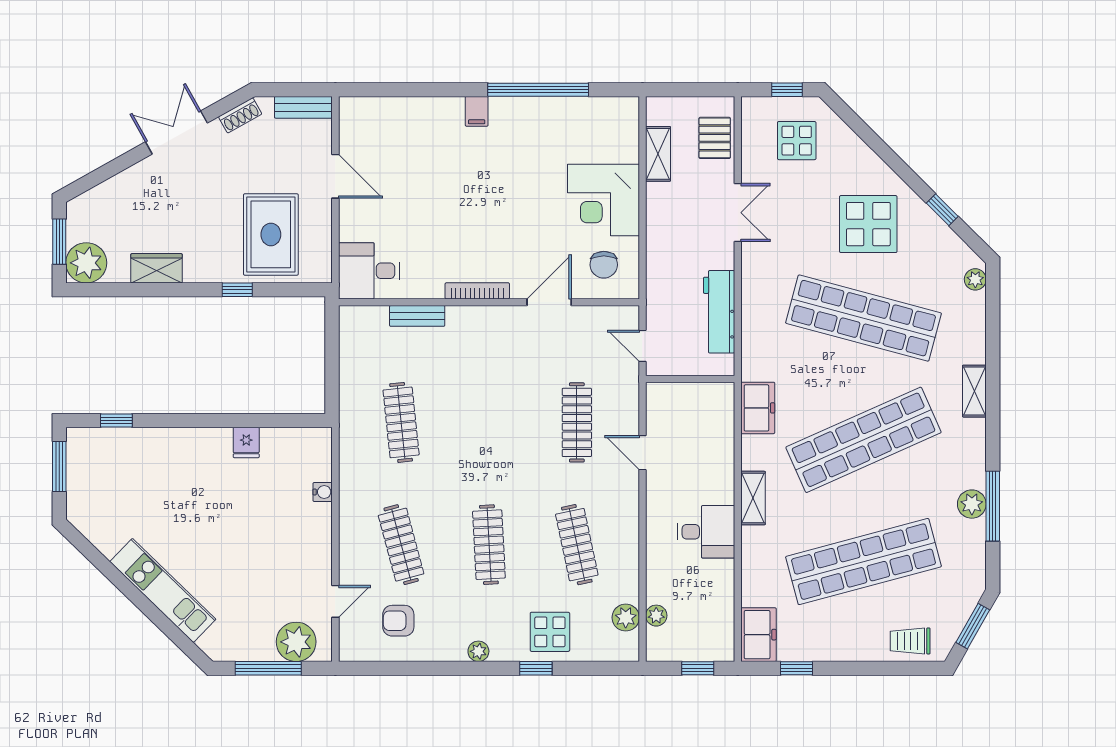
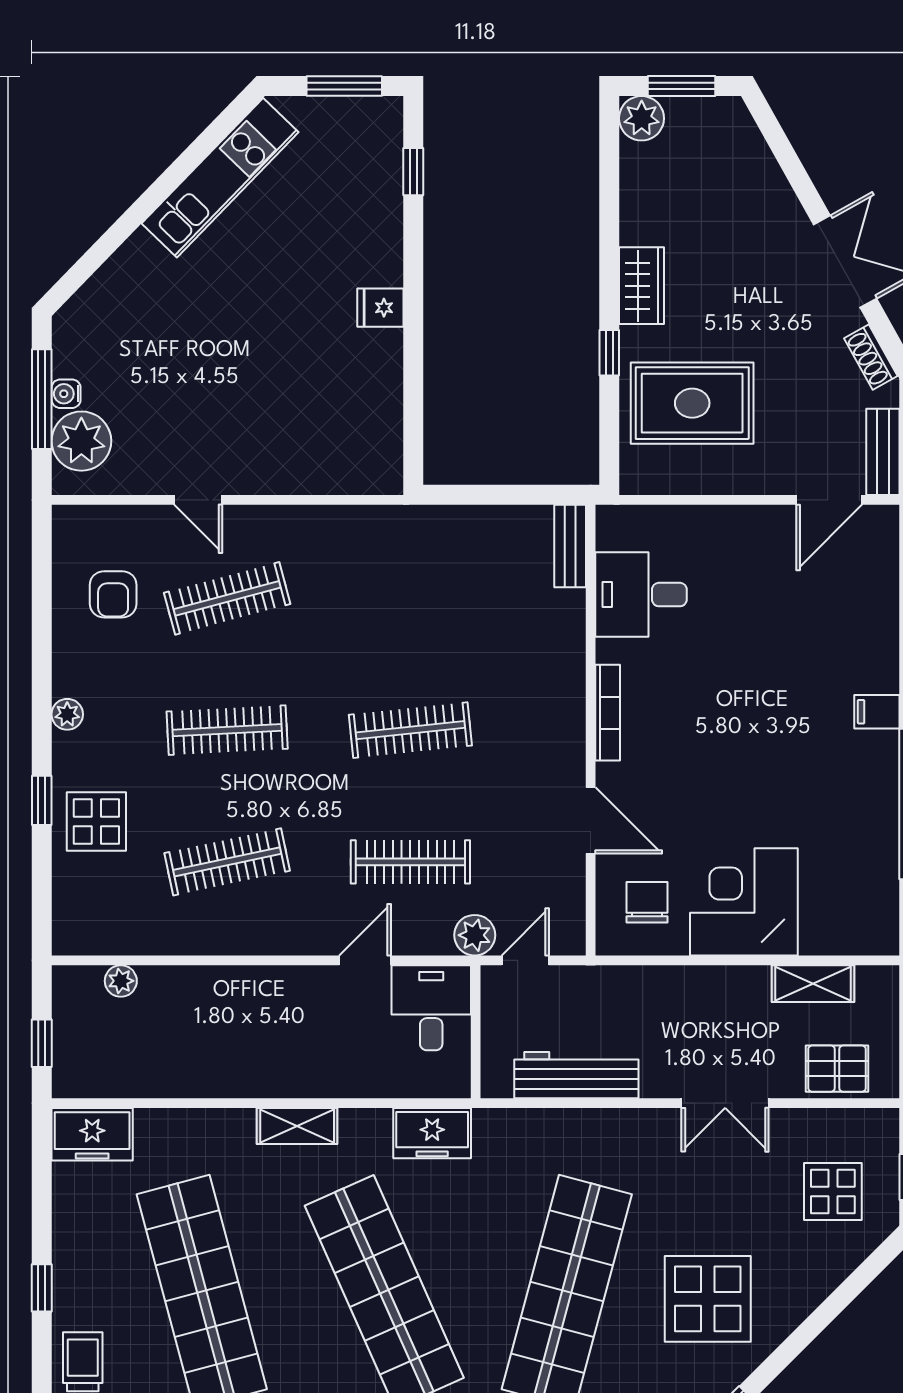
door: (335, 176) -> (829, 500), moved
plant: (86, 263) -> (642, 118), width x0.73, depth x0.73
chair: (604, 265) -> (647, 902), turned 90
wardrobe: (156, 268) -> (641, 286), moved
desk: (369, 271) -> (641, 595), moved, turned -90
bench: (417, 316) -> (570, 546), moved
clothes rail: (401, 422) -> (410, 730), moved
fridge: (246, 442) -> (380, 308), moved
water cooler: (323, 492) -> (66, 394), moved, turned 90
desk: (706, 532) -> (431, 1008), moved, turned 180
kitchen unit: (163, 590) -> (220, 178), moved
door: (335, 601) -> (198, 500), moved
plant: (626, 618) -> (475, 935), moved
armchair: (398, 621) -> (113, 594), turned 180
window: (797, 668) -> (42, 1288), moved

